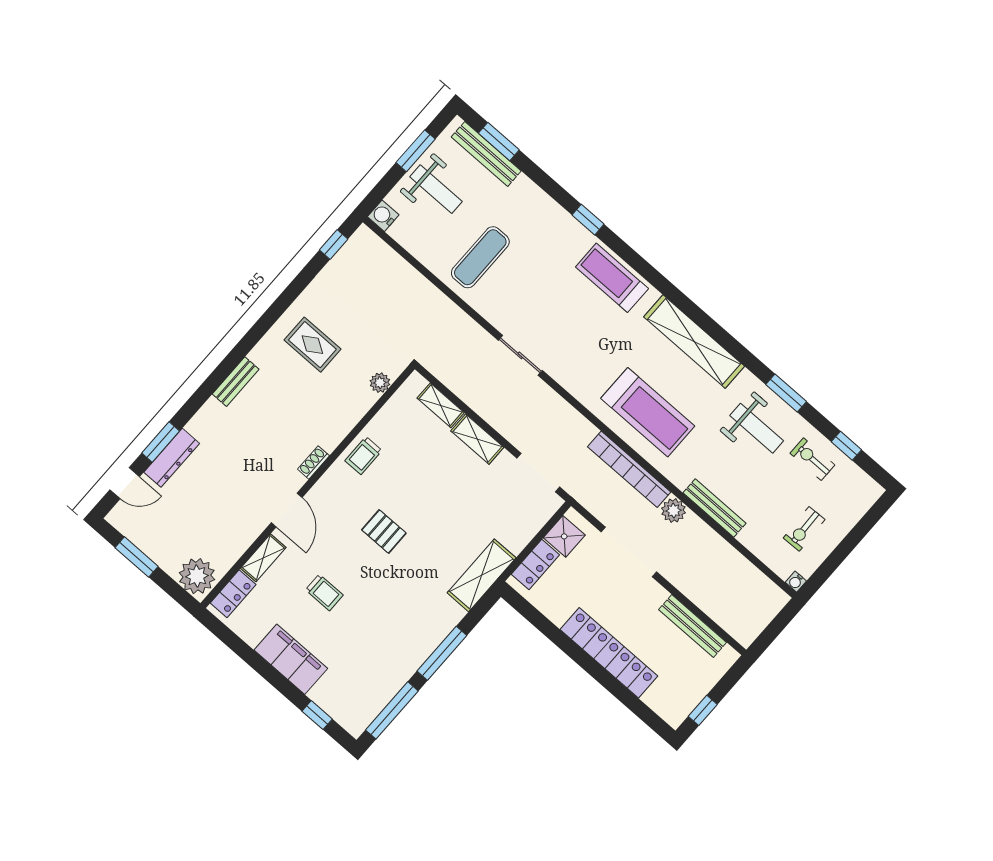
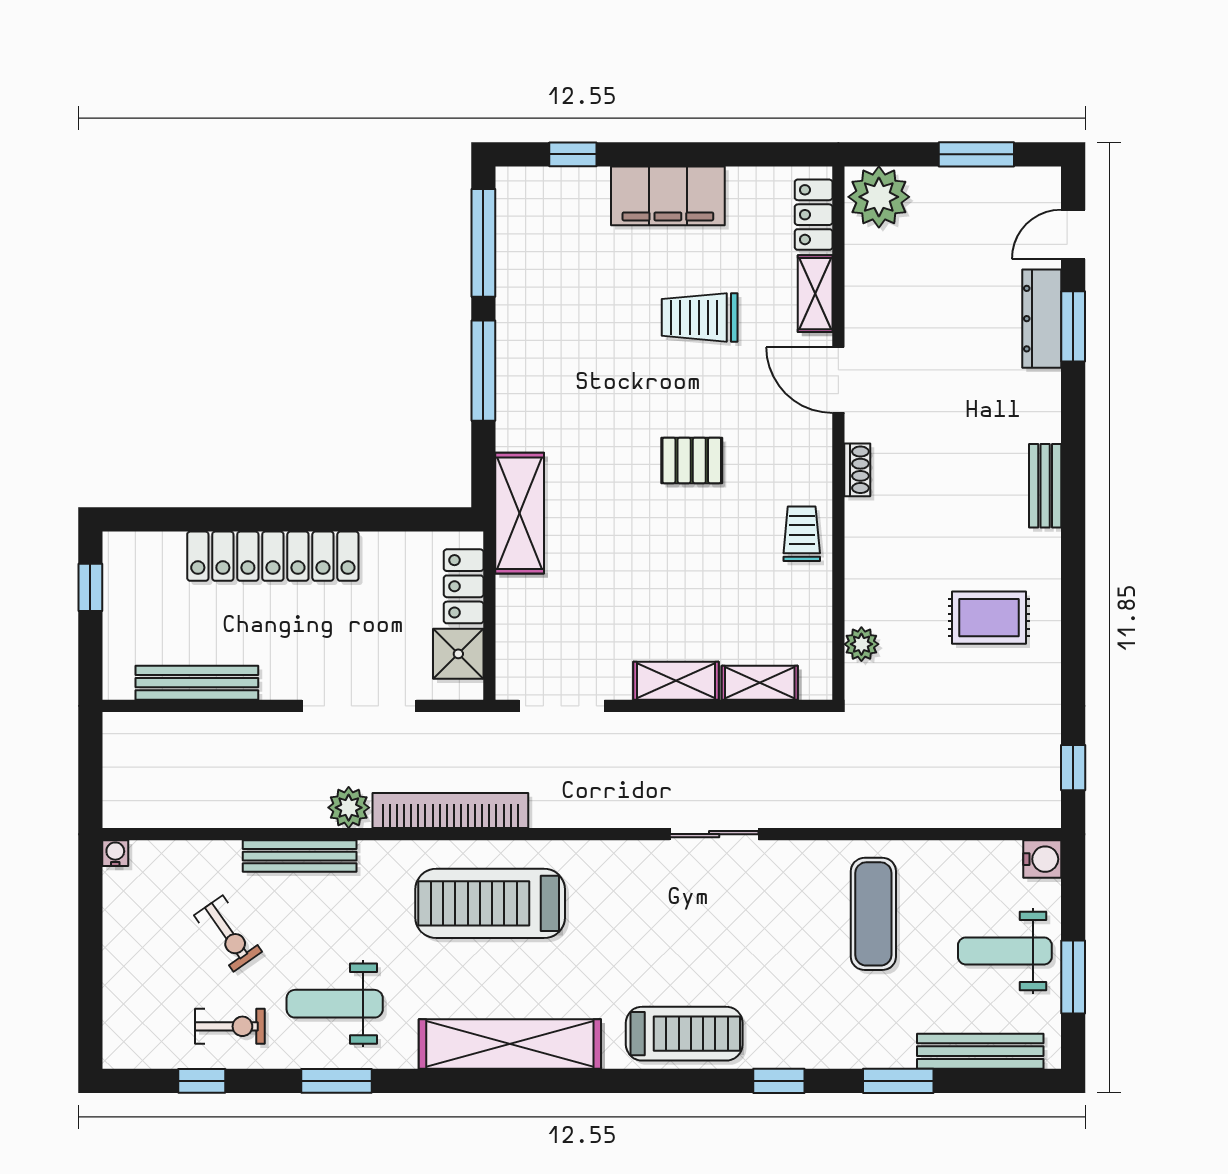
window: (499, 142) -> (898, 1081), moved
exercise bike: (804, 529) -> (228, 933), moved, turned 147
trolley: (324, 592) -> (700, 317), width x1.36, depth x1.39

